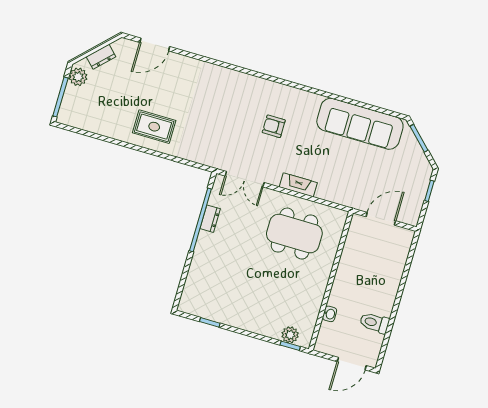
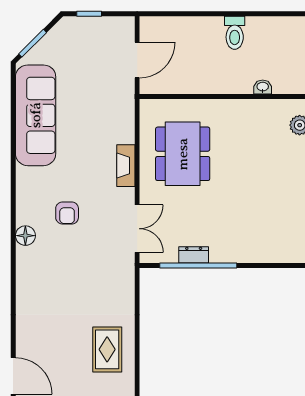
floor lamp: (265, 87) -> (25, 236), added
door: (381, 219) -> (137, 60), swing flipped
toilet: (374, 323) -> (235, 33), moved

